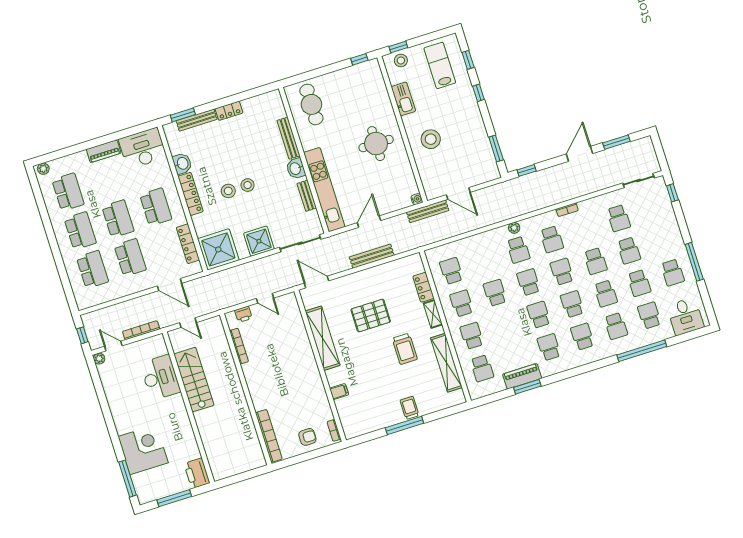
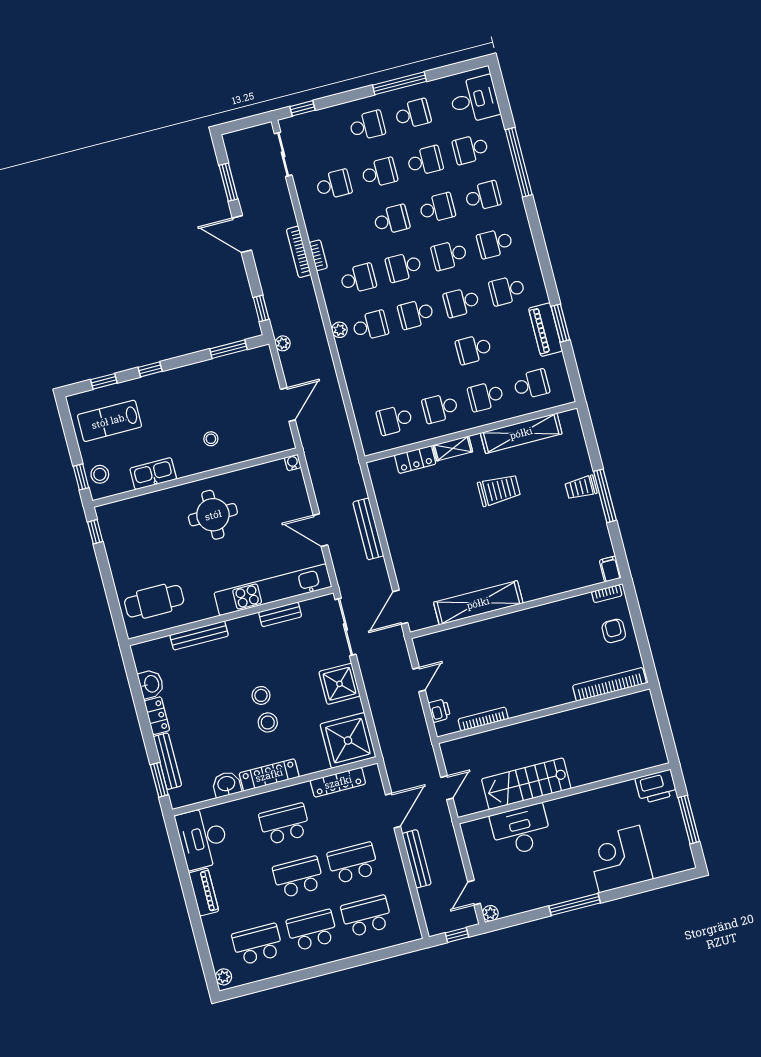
stool: (431, 139) -> (211, 439), width x0.53, depth x0.53
washbasin: (296, 169) -> (151, 684), moved, turned -90
plant: (502, 187) -> (283, 343), added
bench: (428, 211) -> (417, 859), moved
school desk: (662, 240) -> (367, 126), added
school desk: (495, 293) -> (474, 349), moved
pallet: (371, 316) -> (450, 535), removed
bookcase: (141, 330) -> (299, 252), moved
filing cabinet: (339, 392) -> (610, 569), moved
window: (127, 479) -> (575, 904), moved

